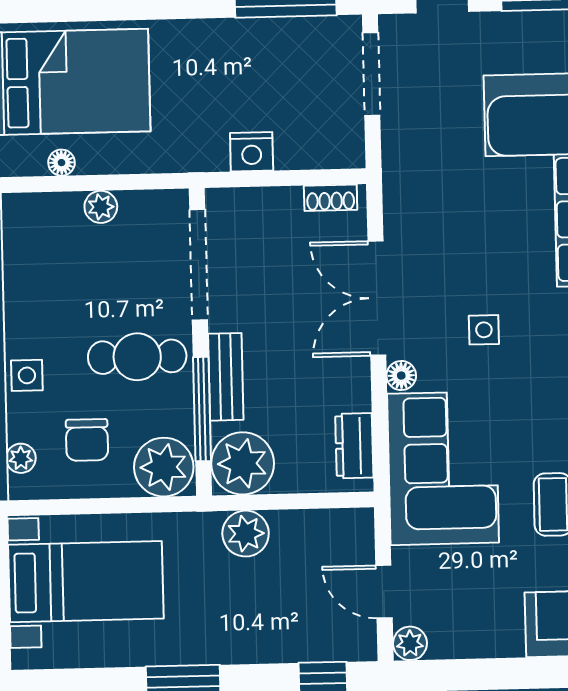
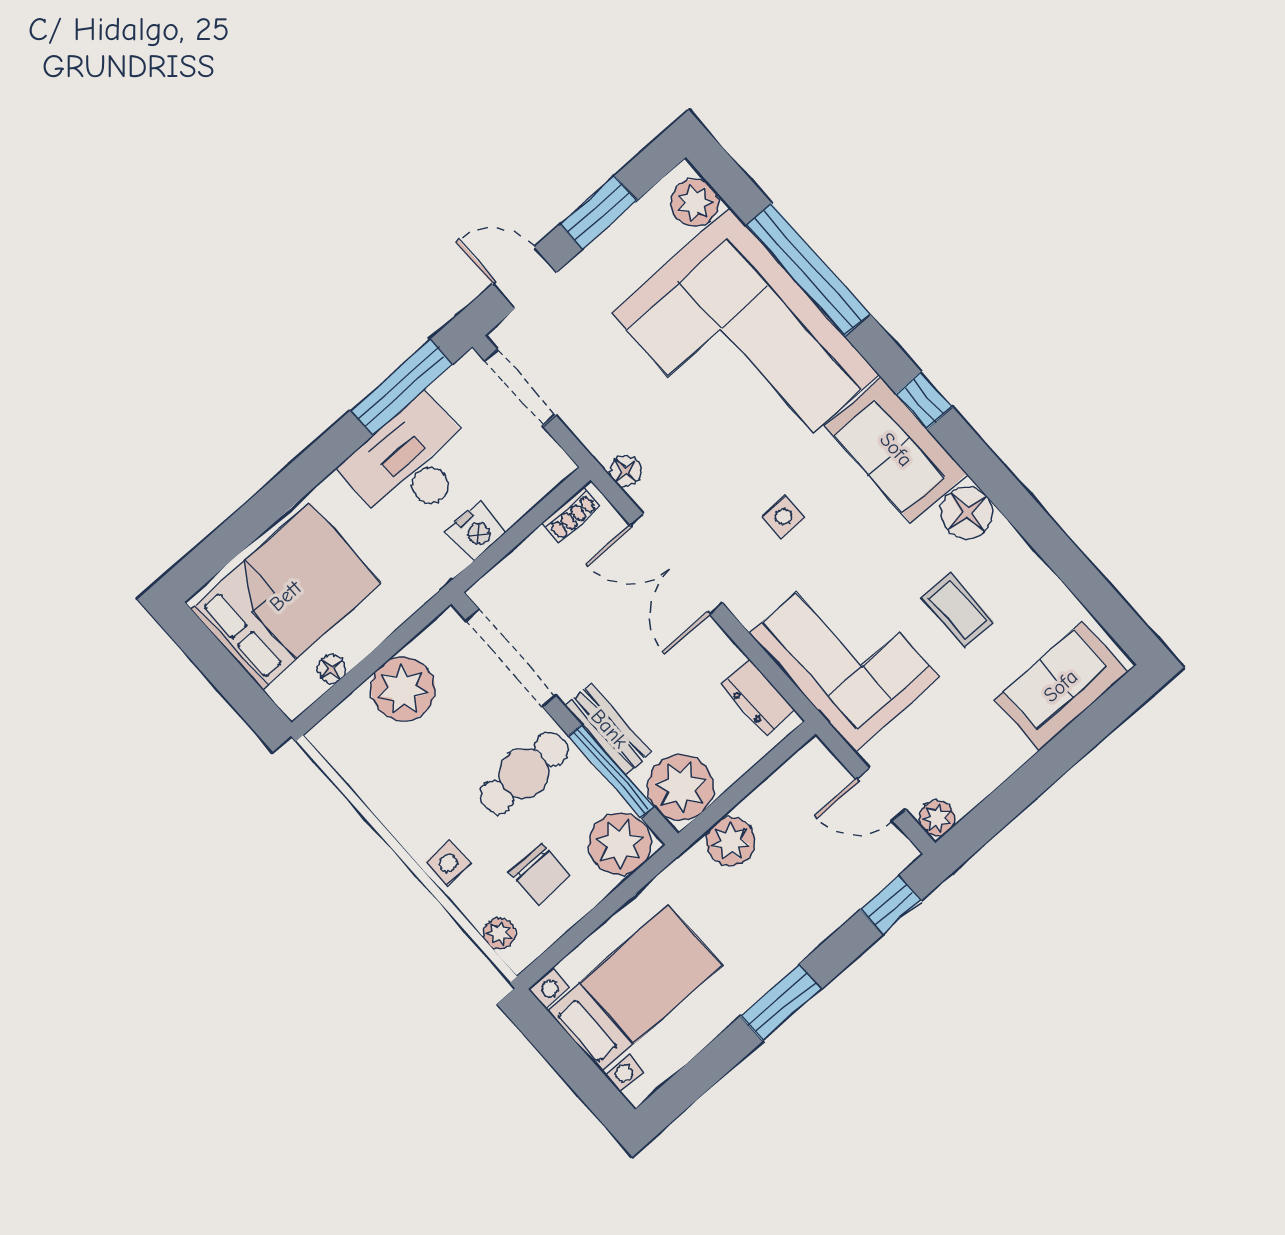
desk: (245, 62) -> (411, 464), added
plant: (101, 207) -> (403, 689), width x1.88, depth x1.88
floor lamp: (401, 376) -> (626, 471), moved

